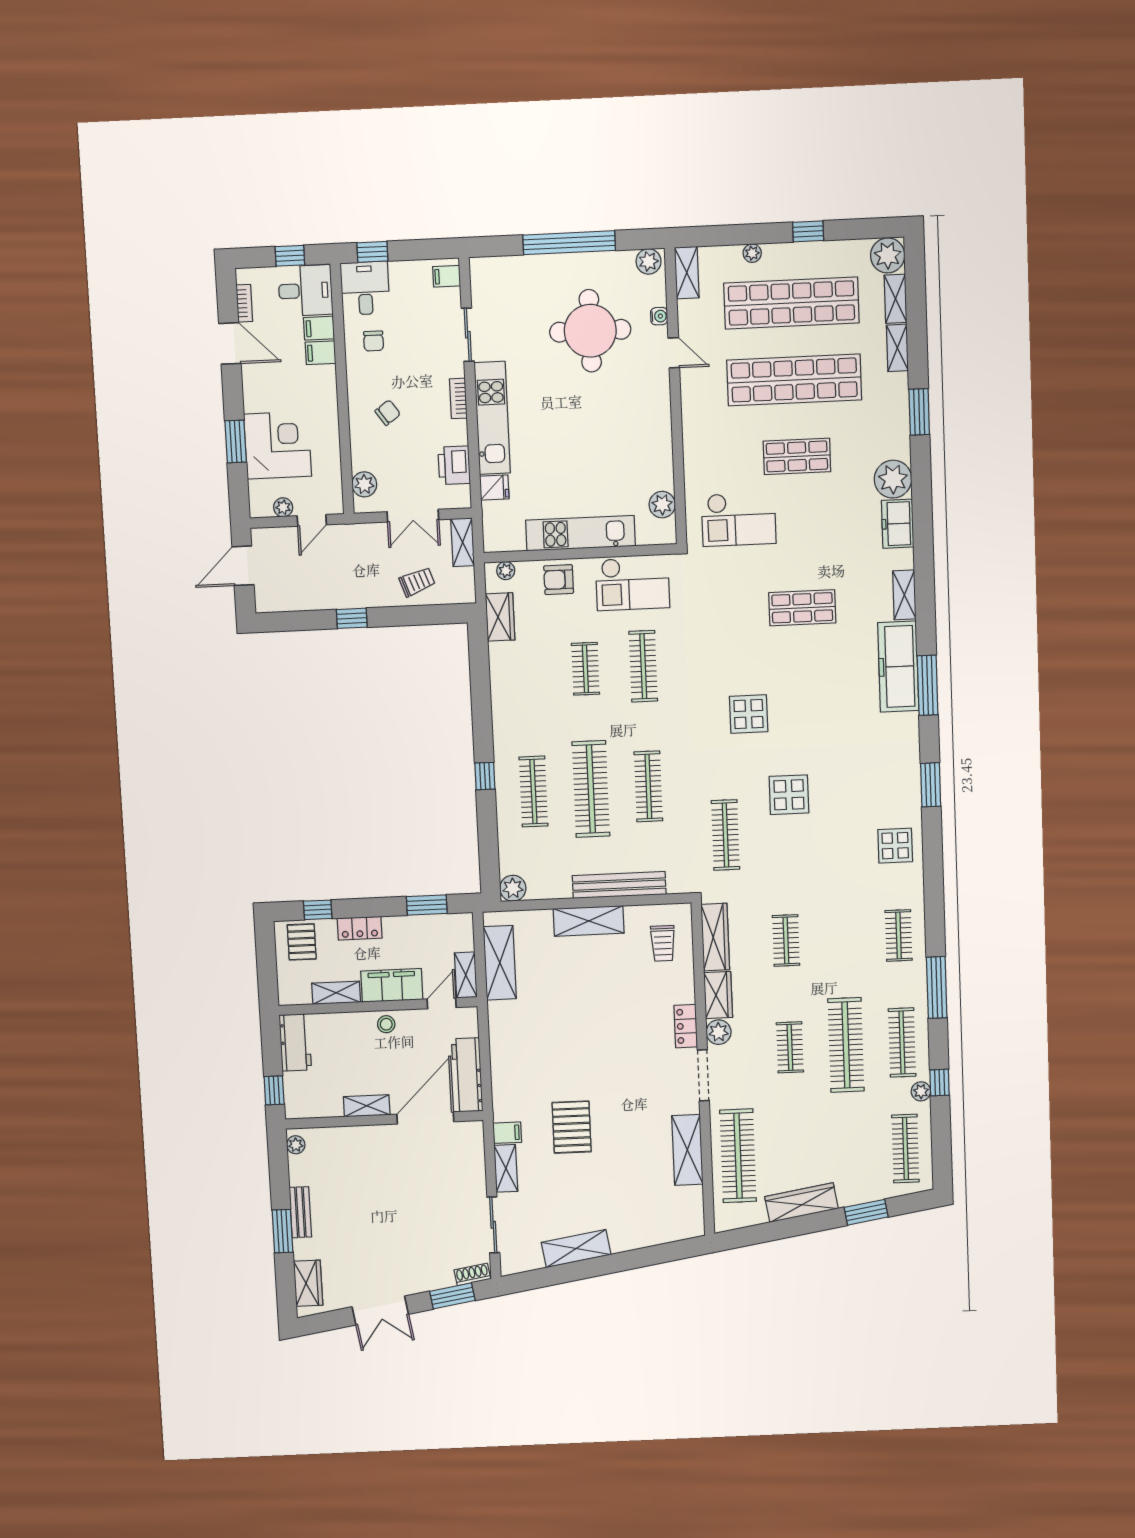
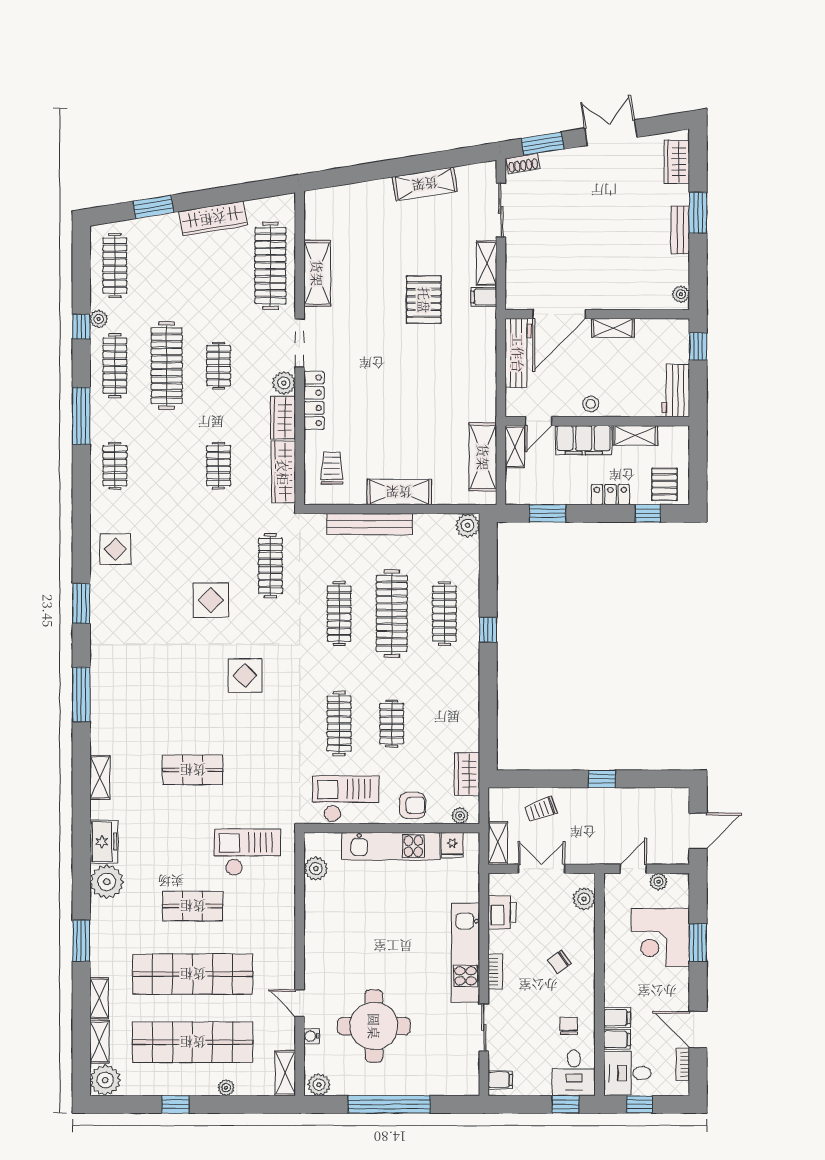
fridge: (494, 488) -> (452, 845), moved, turned -90
freezer: (898, 667) -> (107, 713), removed
locker: (686, 1026) -> (314, 400), width x1.53

